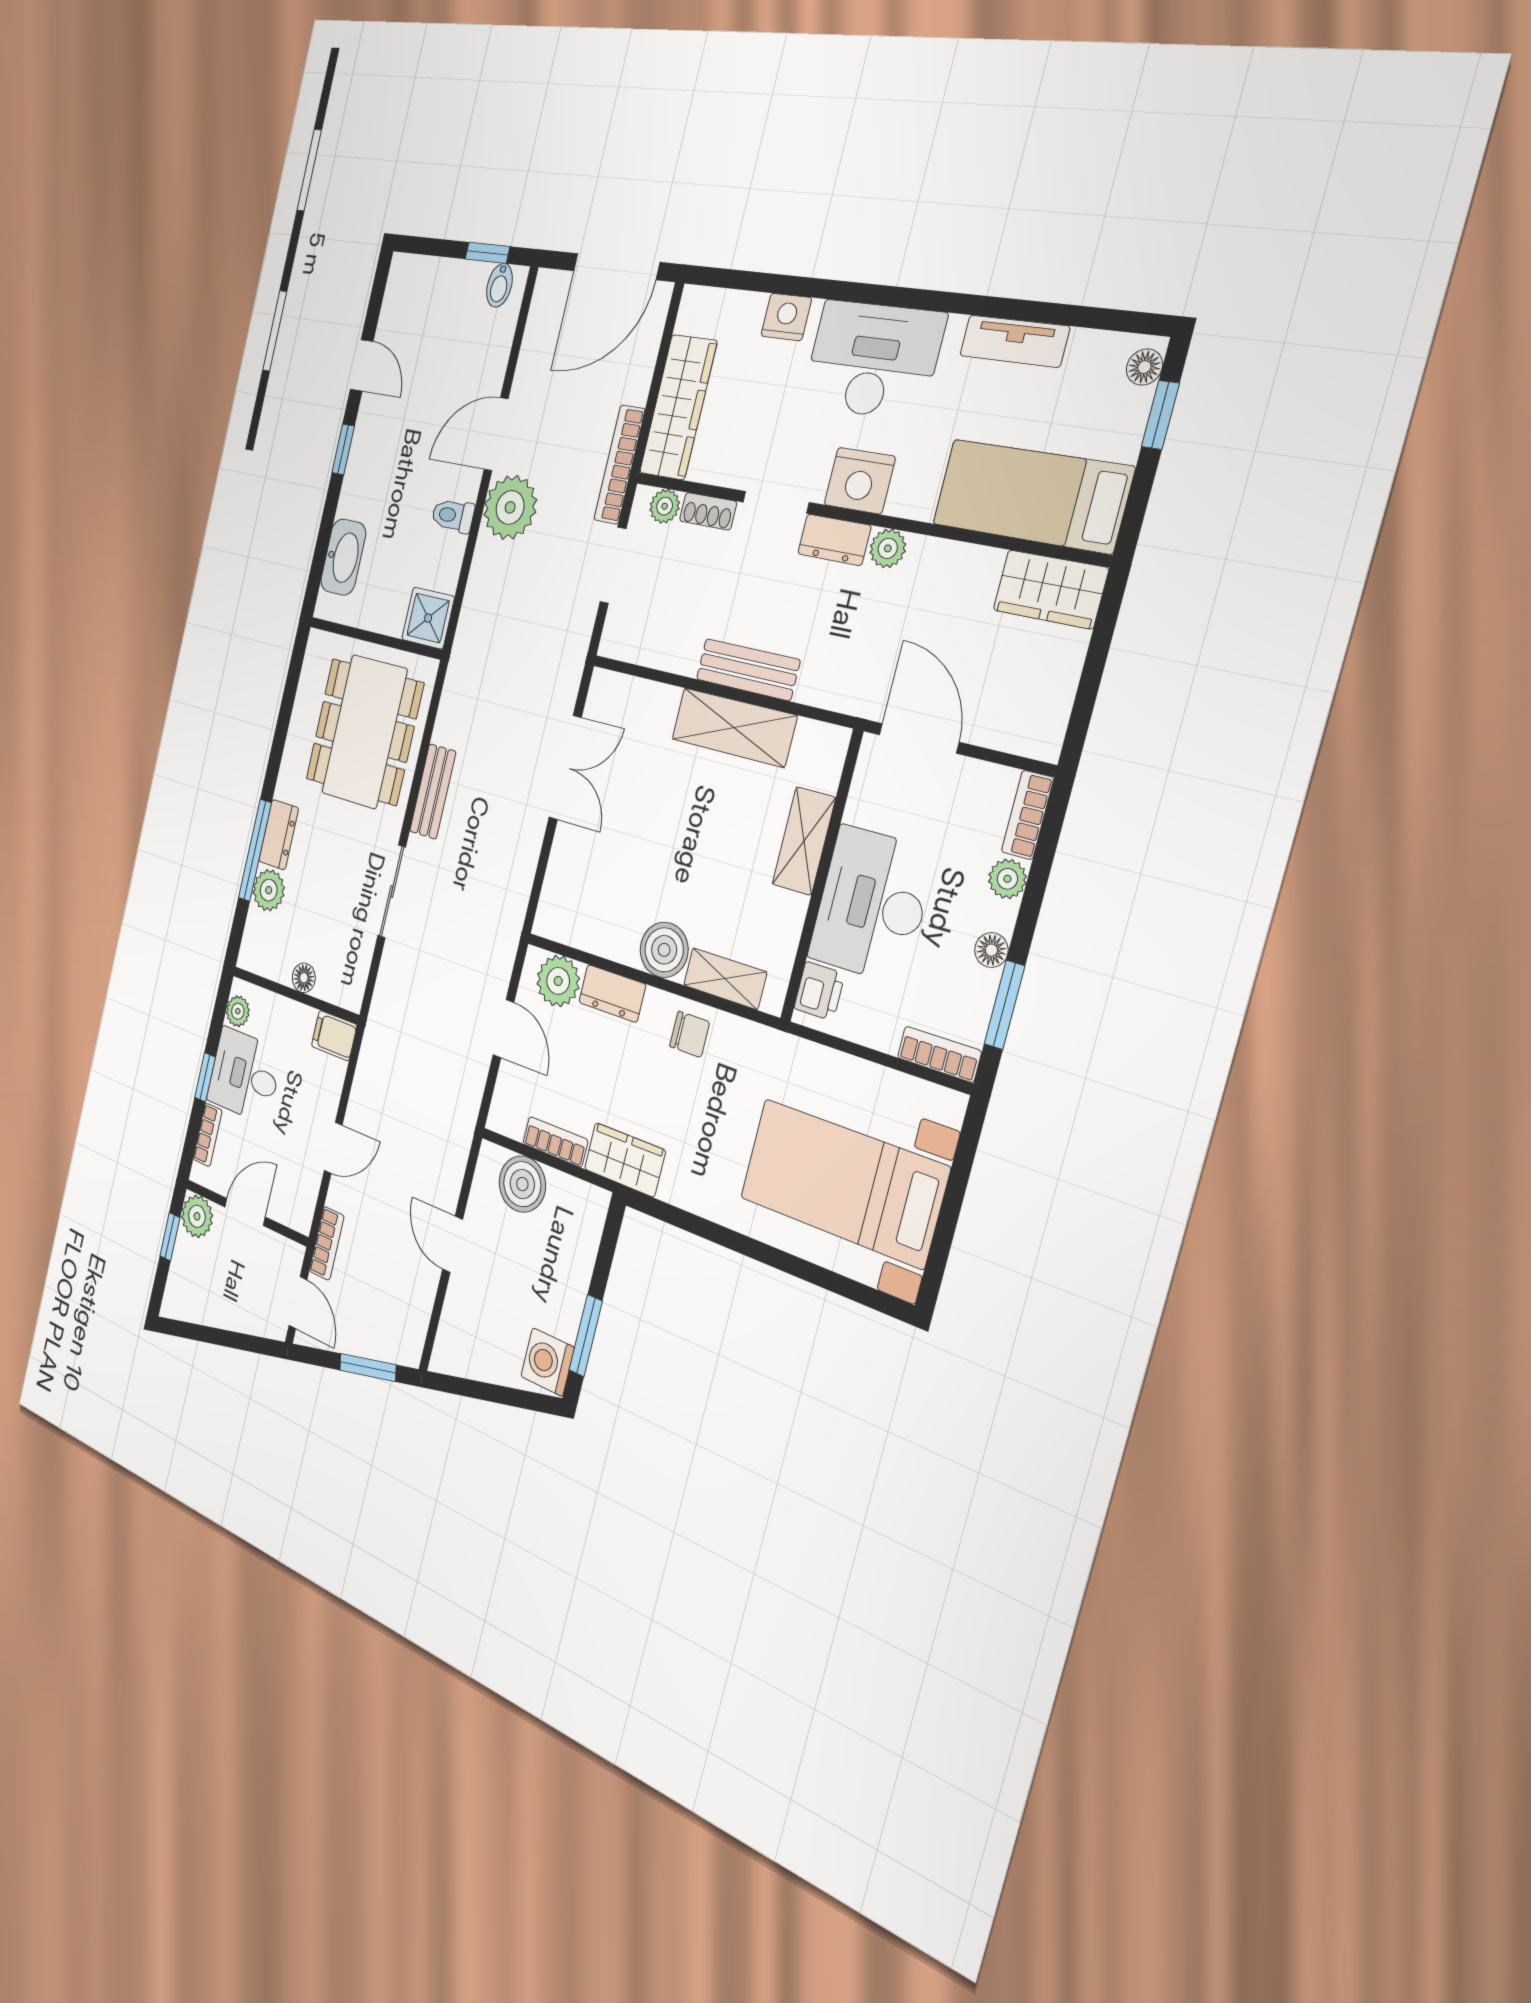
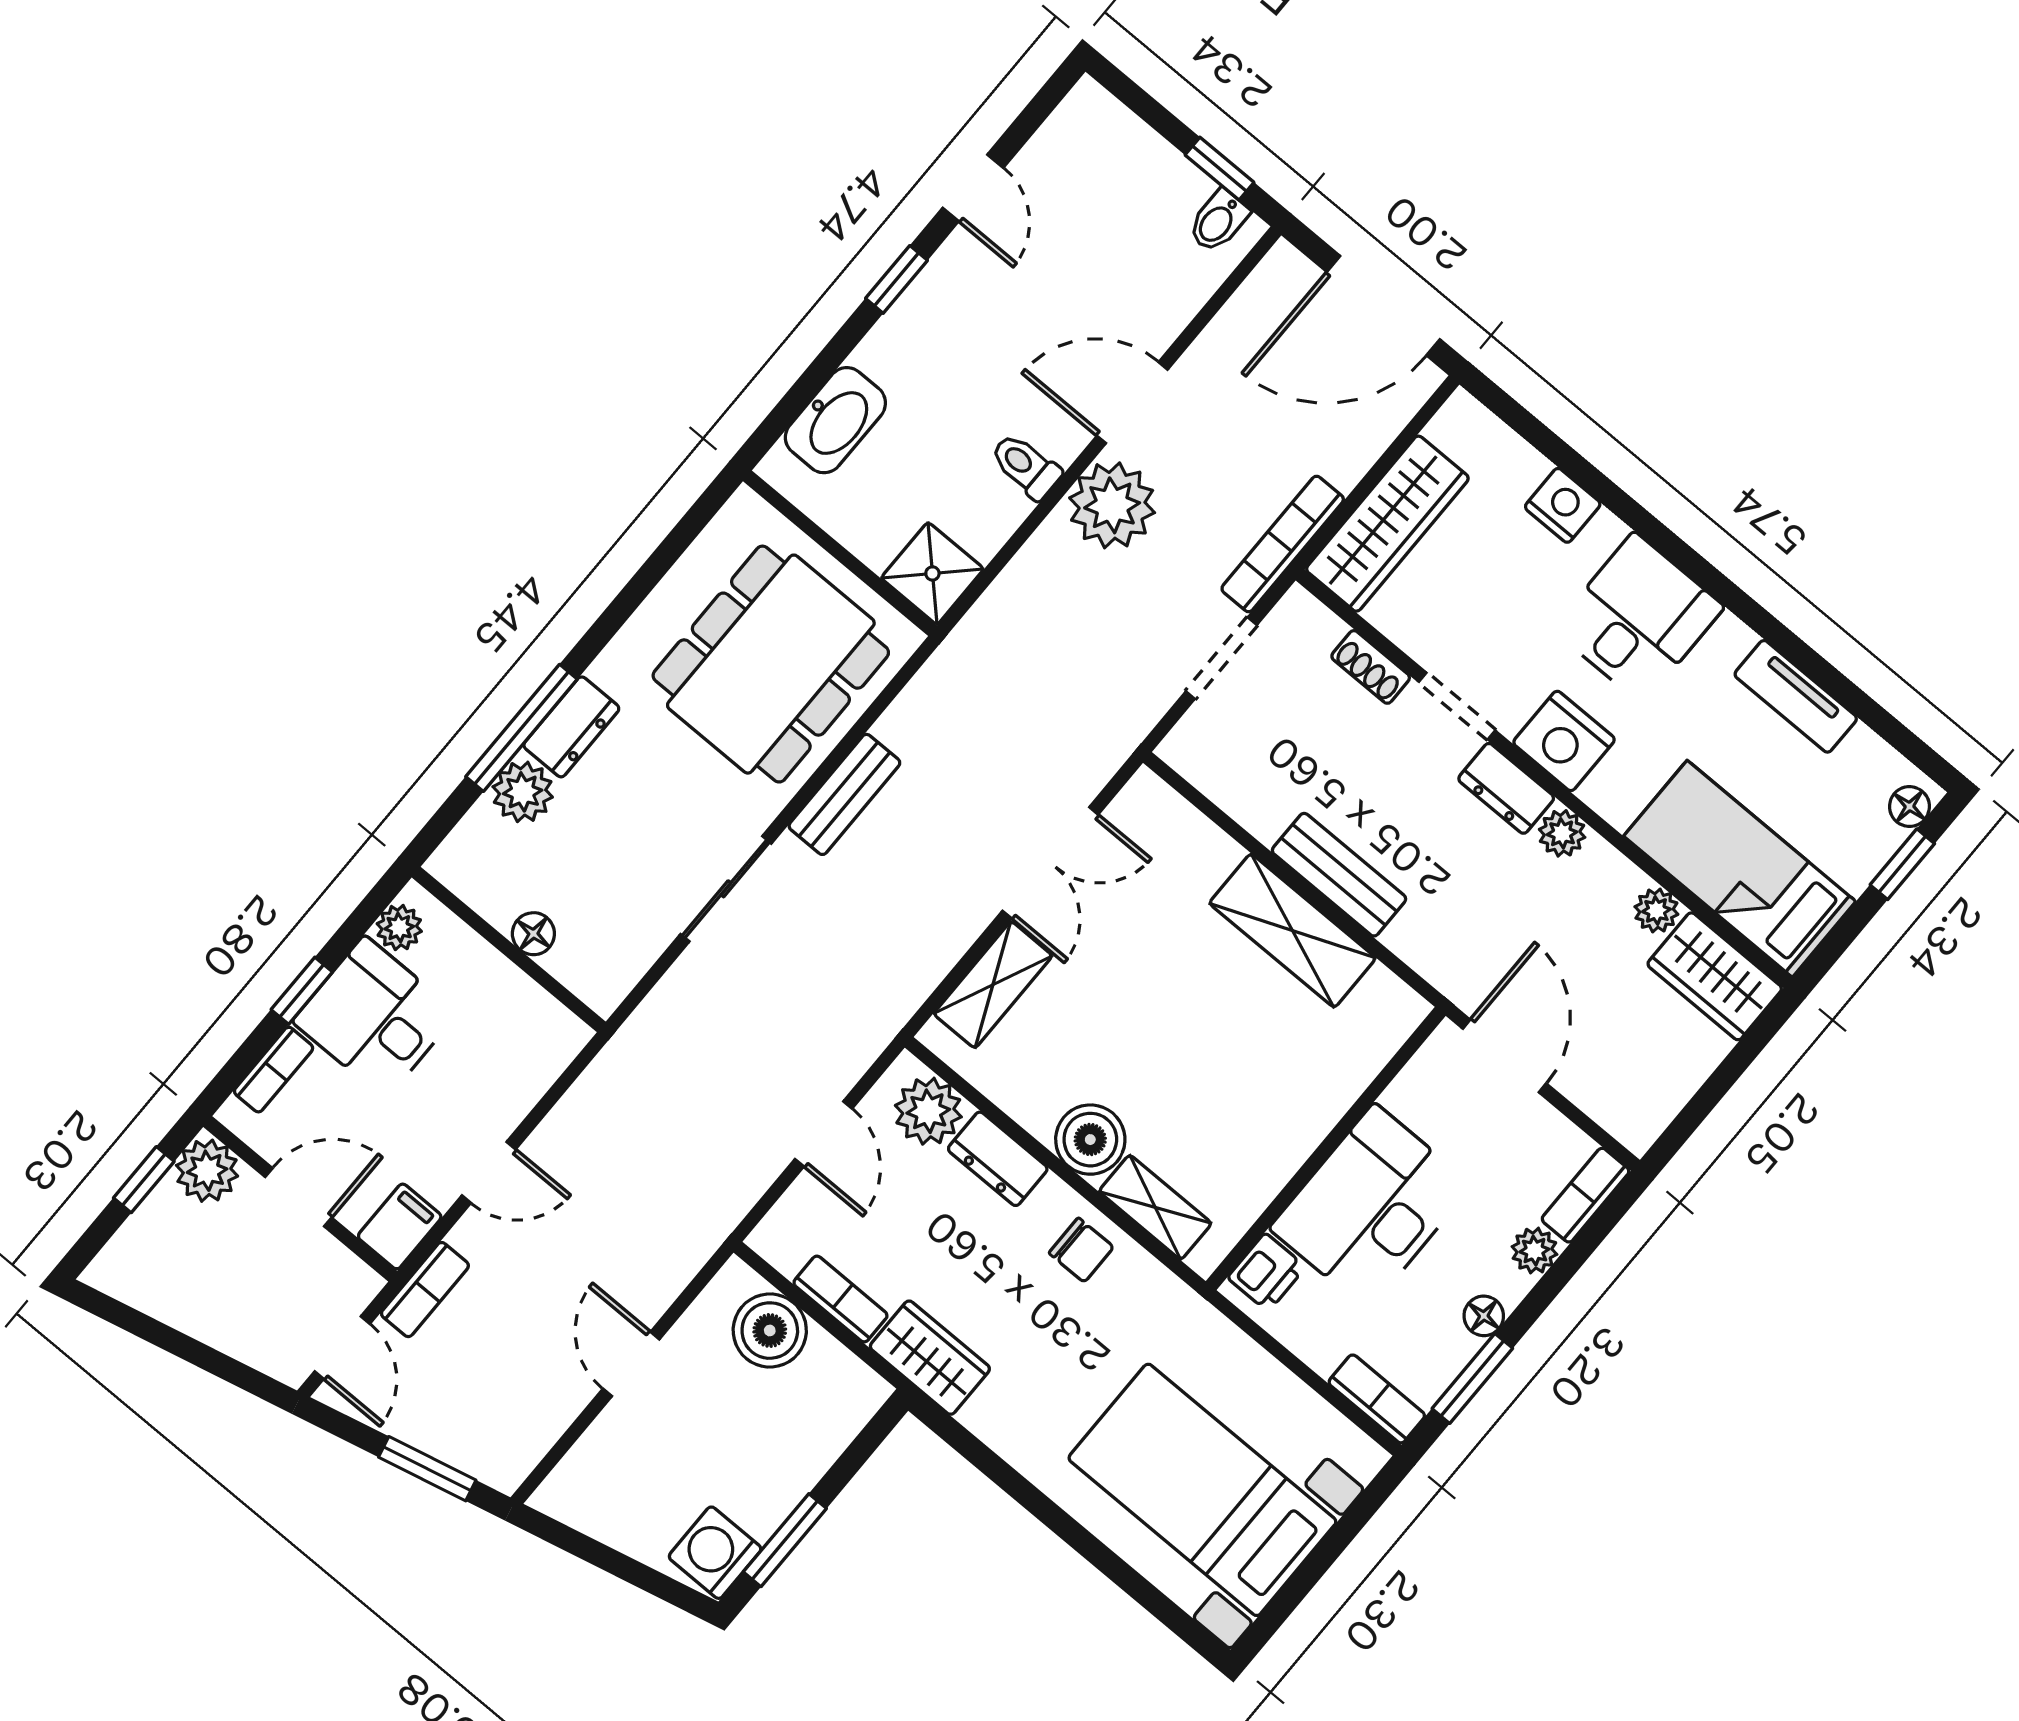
desk: (873, 360) -> (1638, 618), width x0.73
plant: (665, 506) -> (1656, 910), moved
shelving: (804, 841) -> (993, 985), moved
filing cabinet: (334, 1036) -> (400, 1226), moved, turned 90

